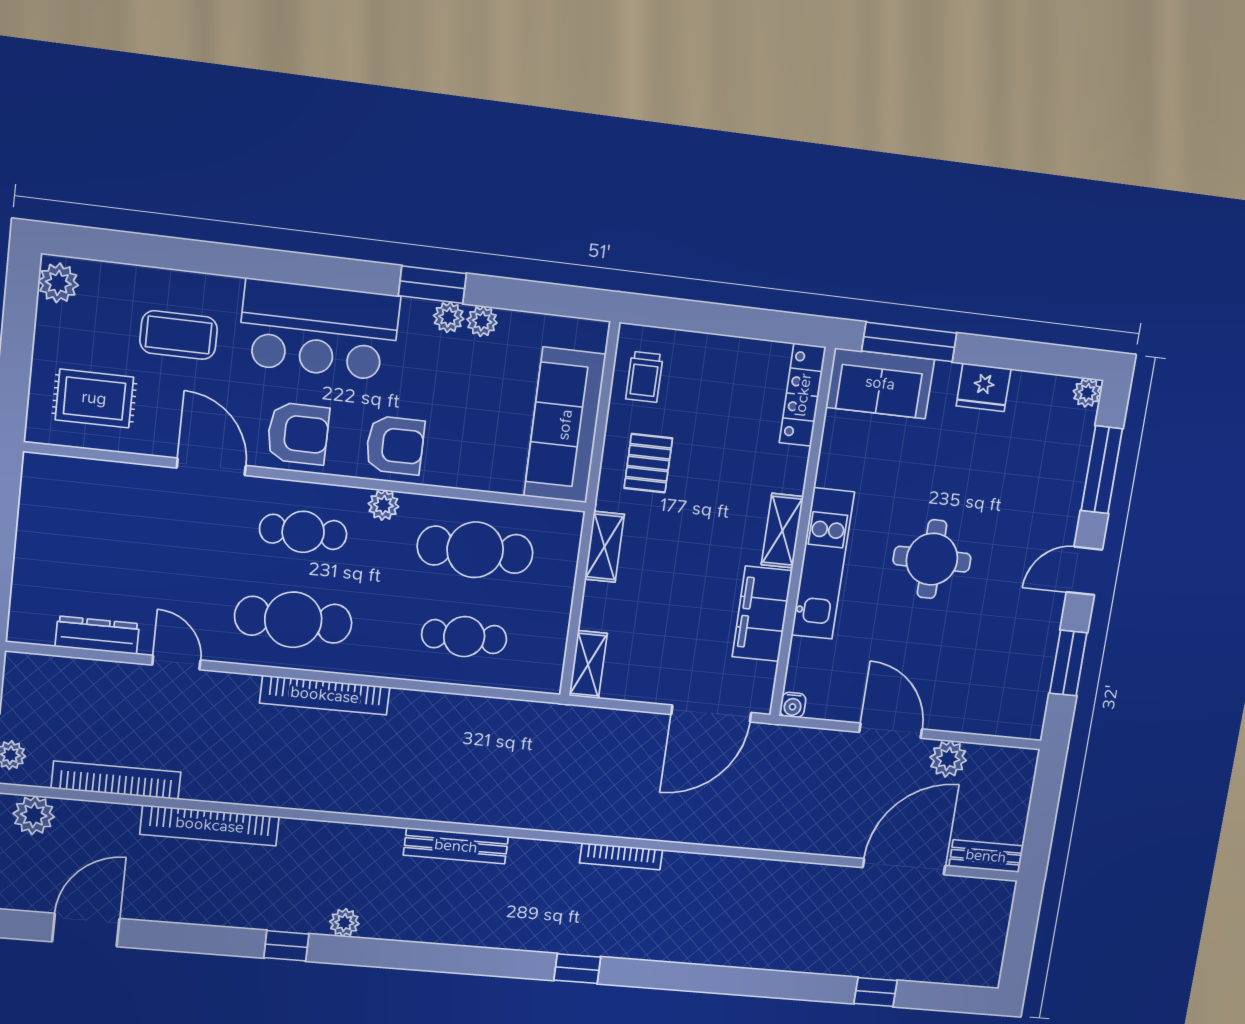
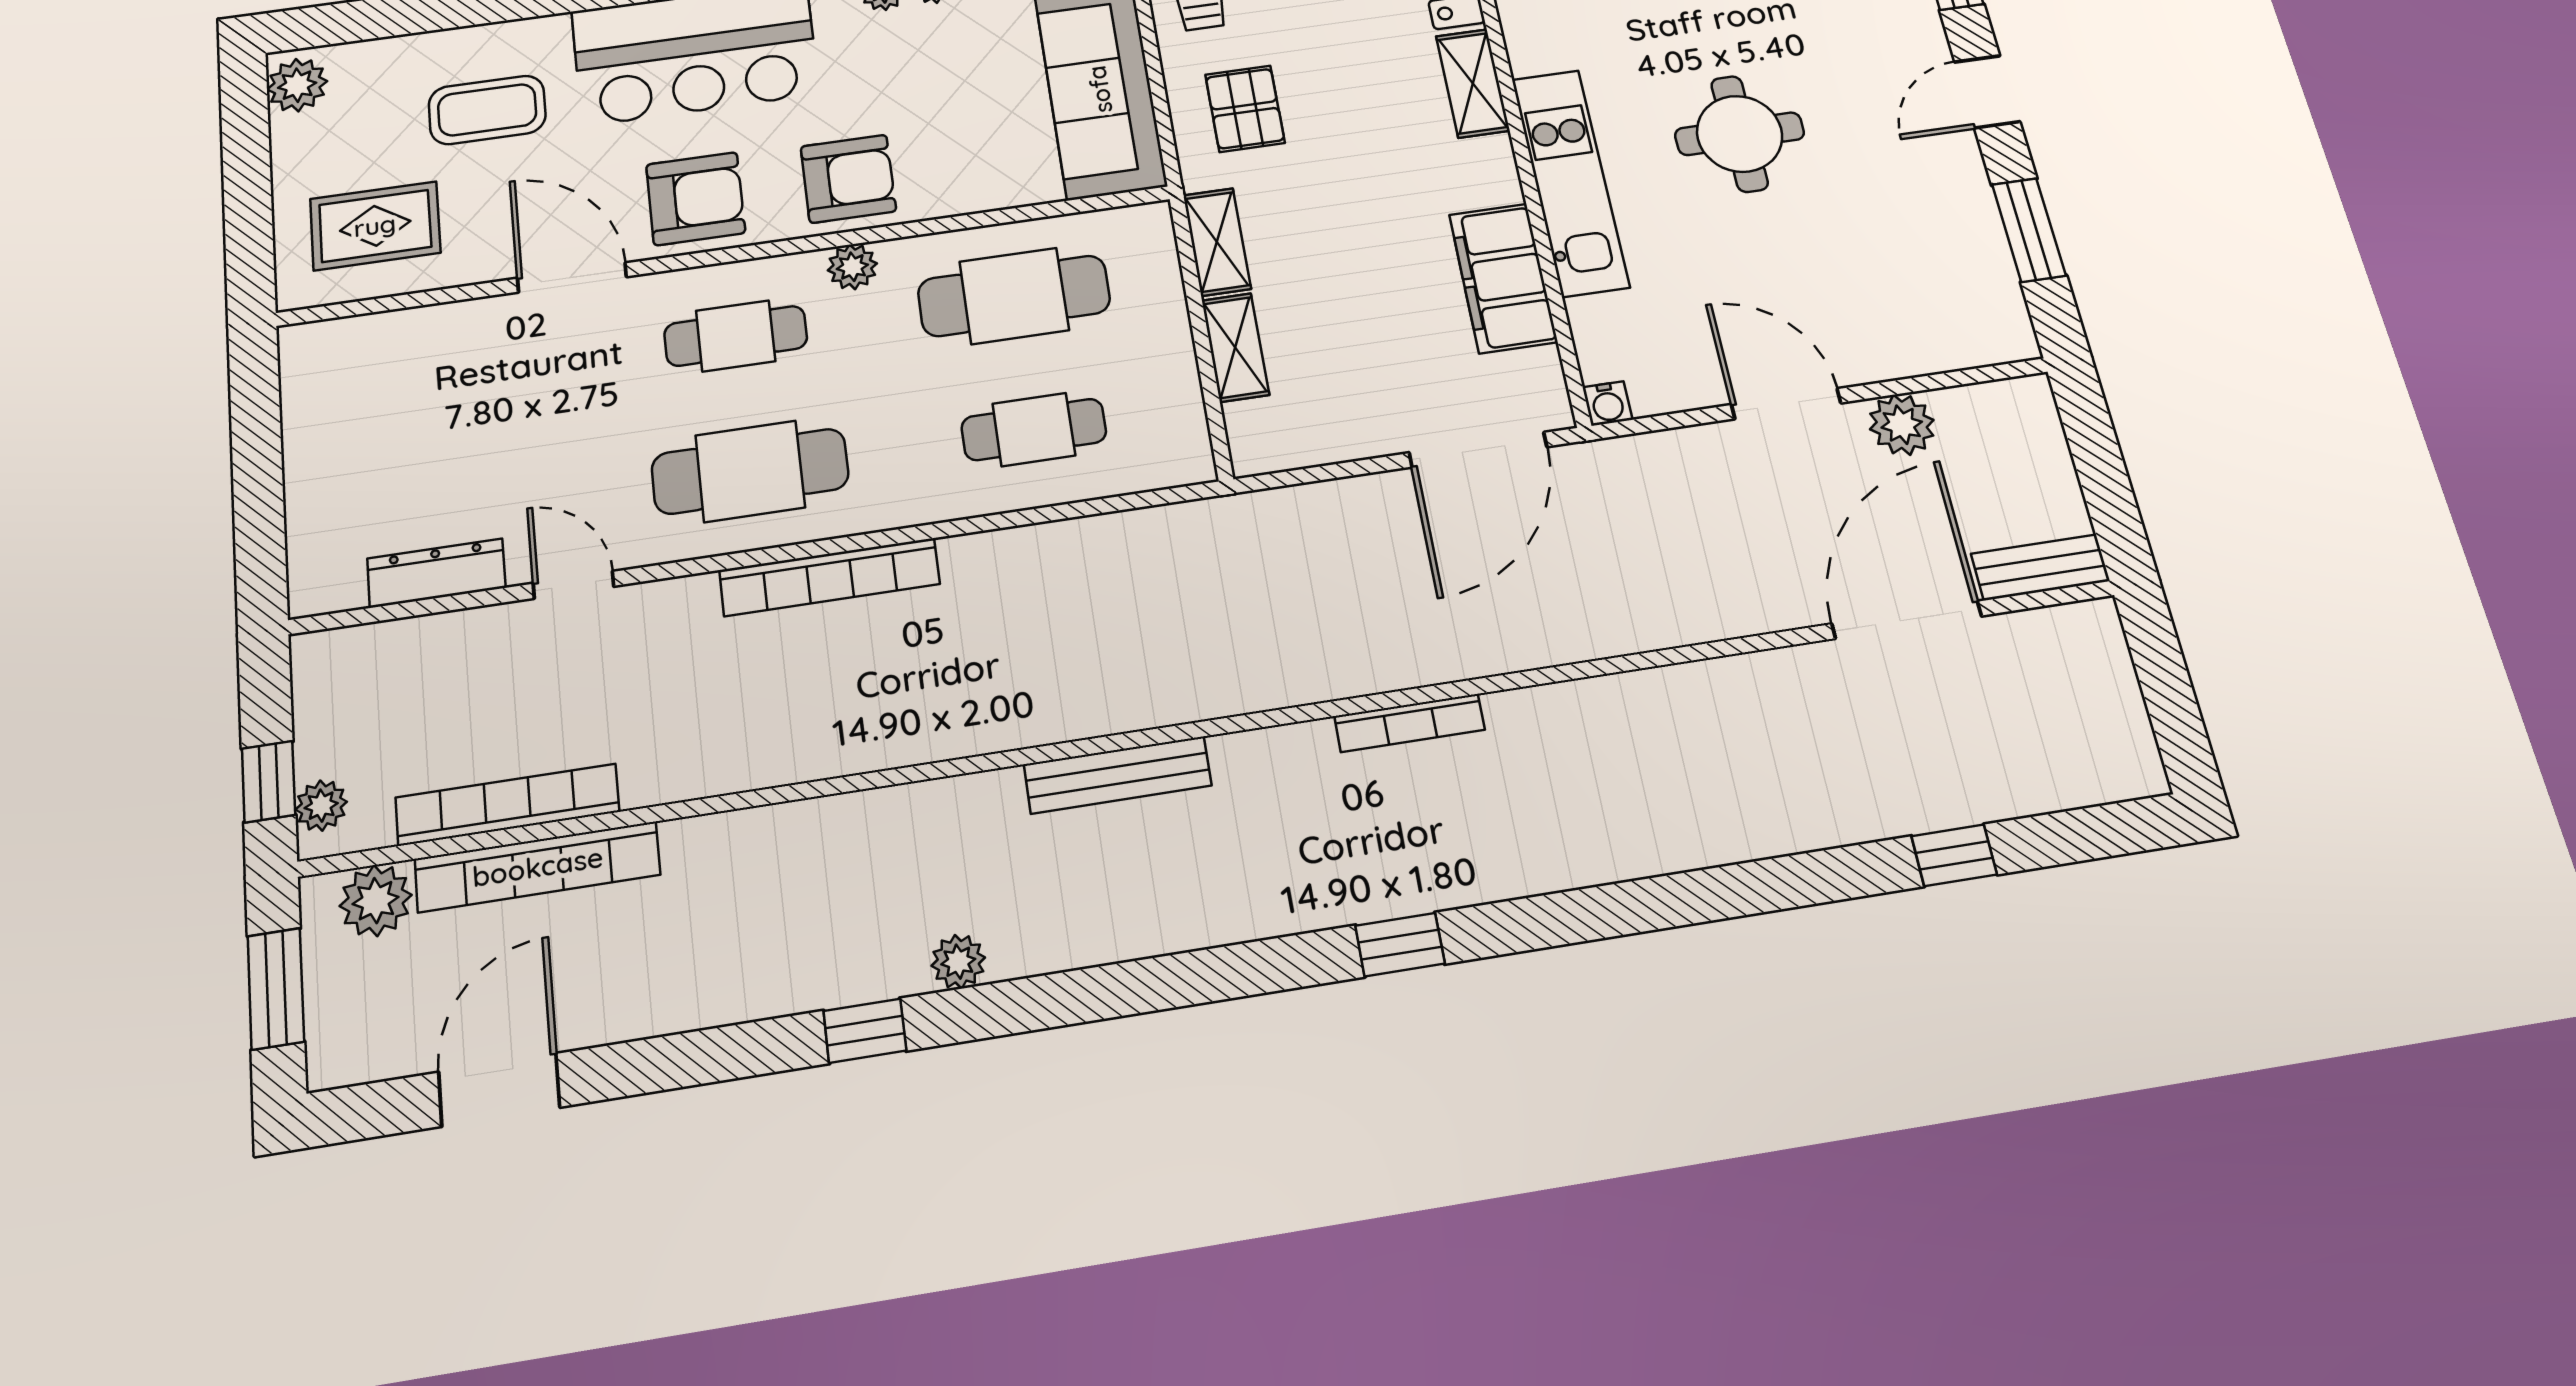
shelving: (782, 531) -> (1473, 83), moved
shelving: (588, 665) -> (1235, 347), moved
bookcase: (210, 825) -> (538, 867), moved

